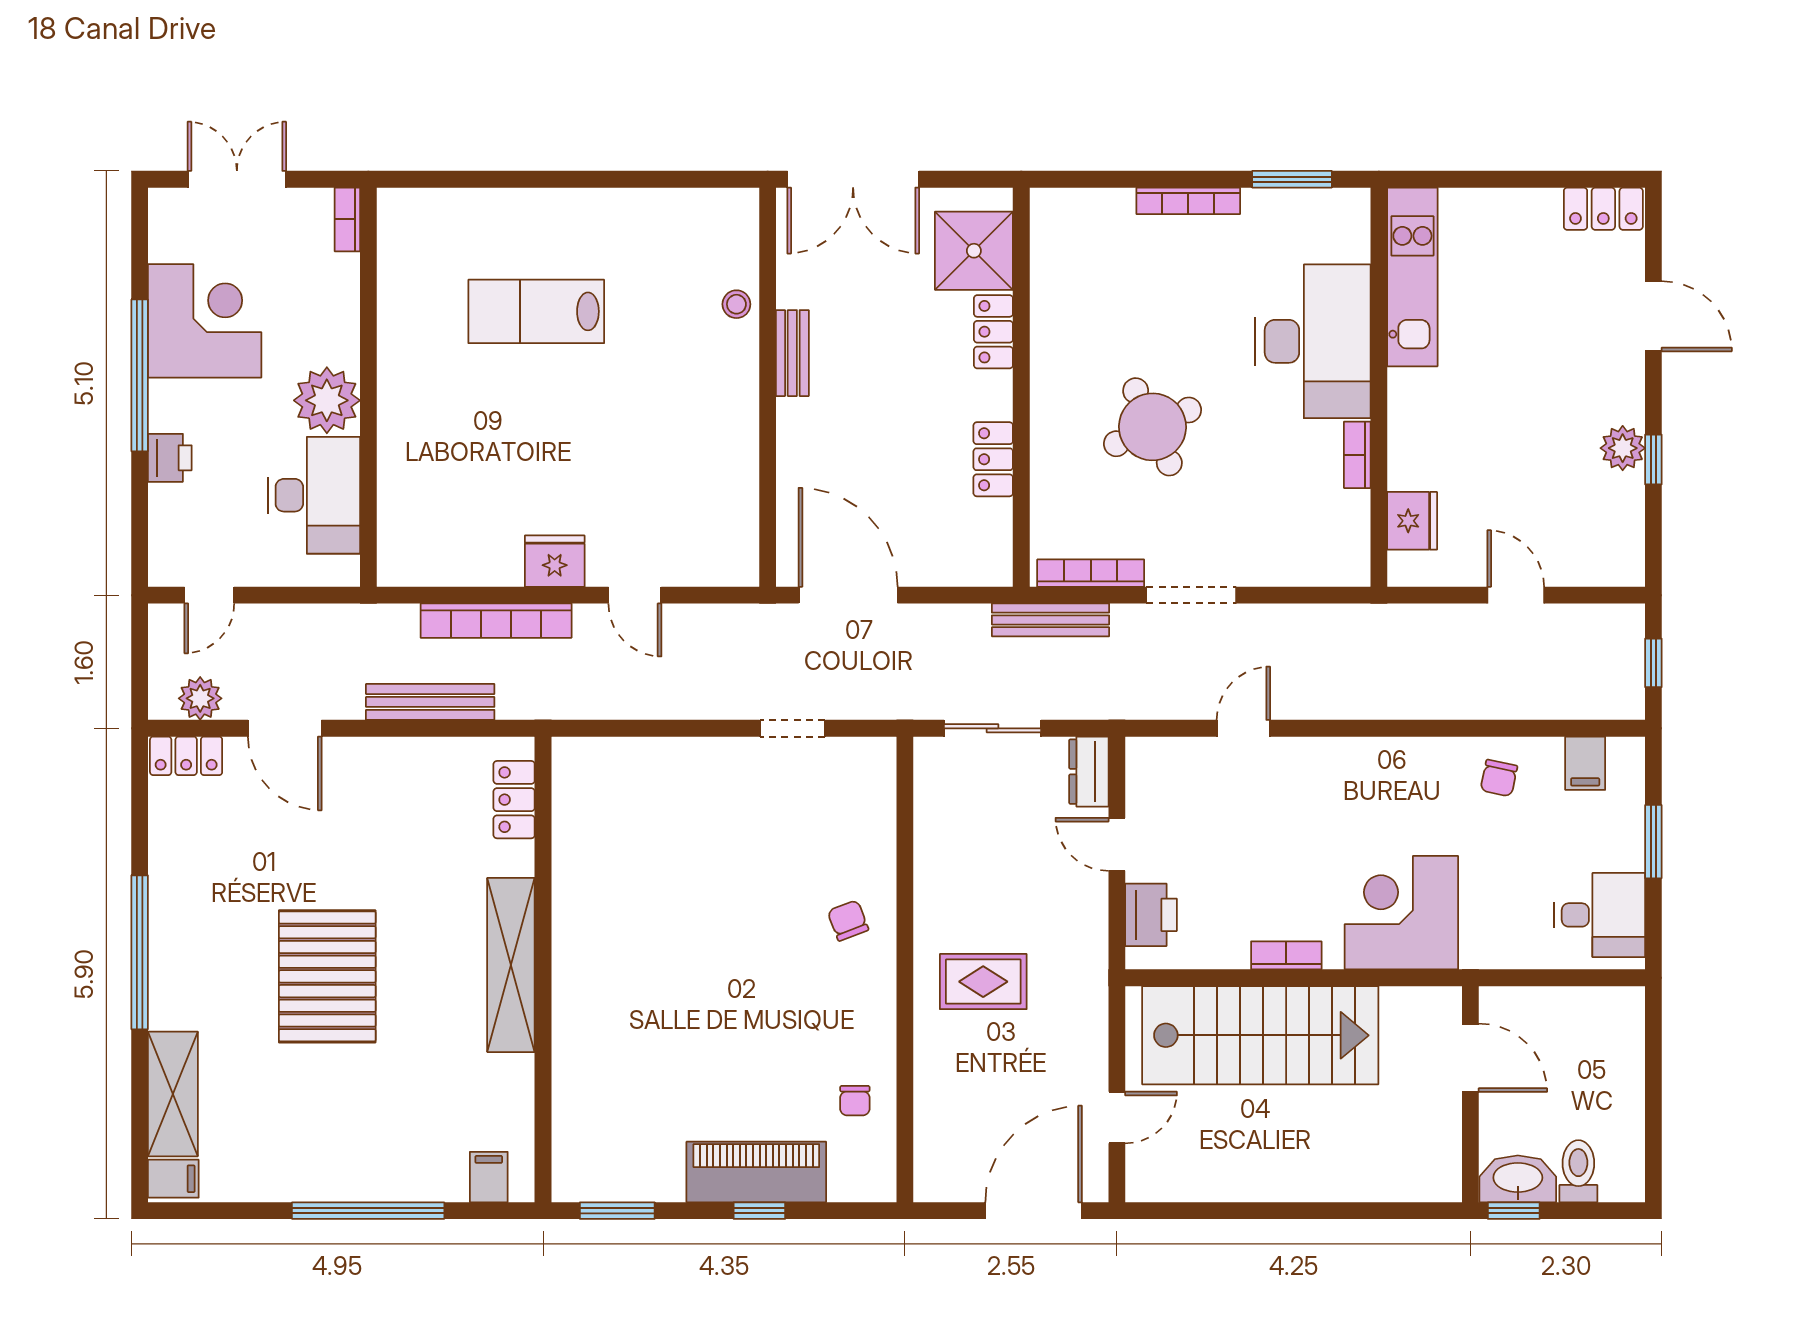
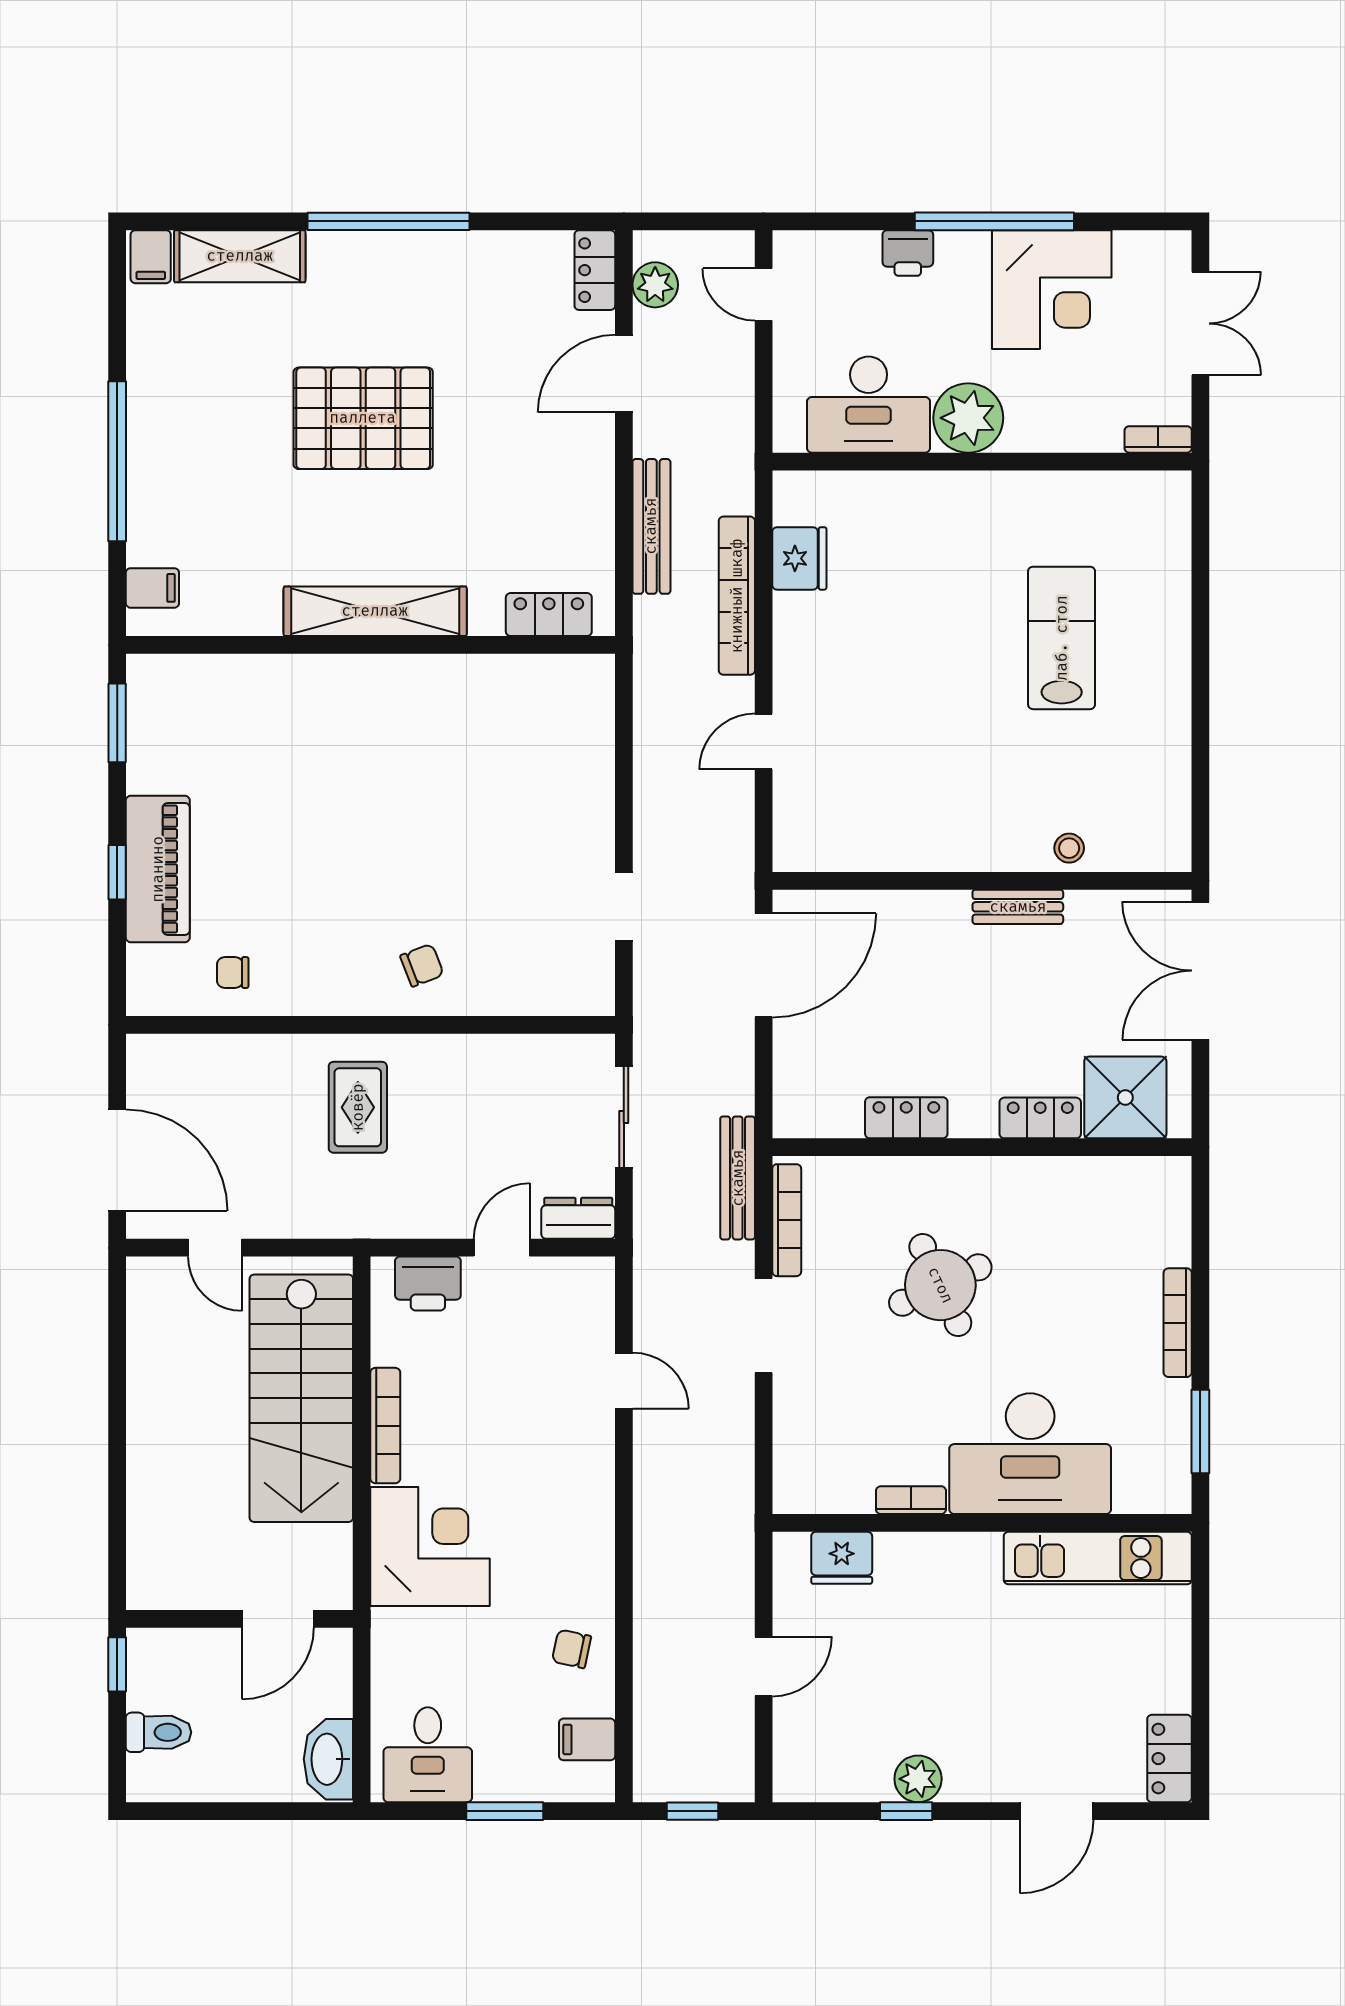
fridge: (555, 561) -> (799, 558), moved
bookcase: (1286, 955) -> (385, 1426), width x1.56
washbasin: (1518, 1179) -> (328, 1759), moved, turned 180

